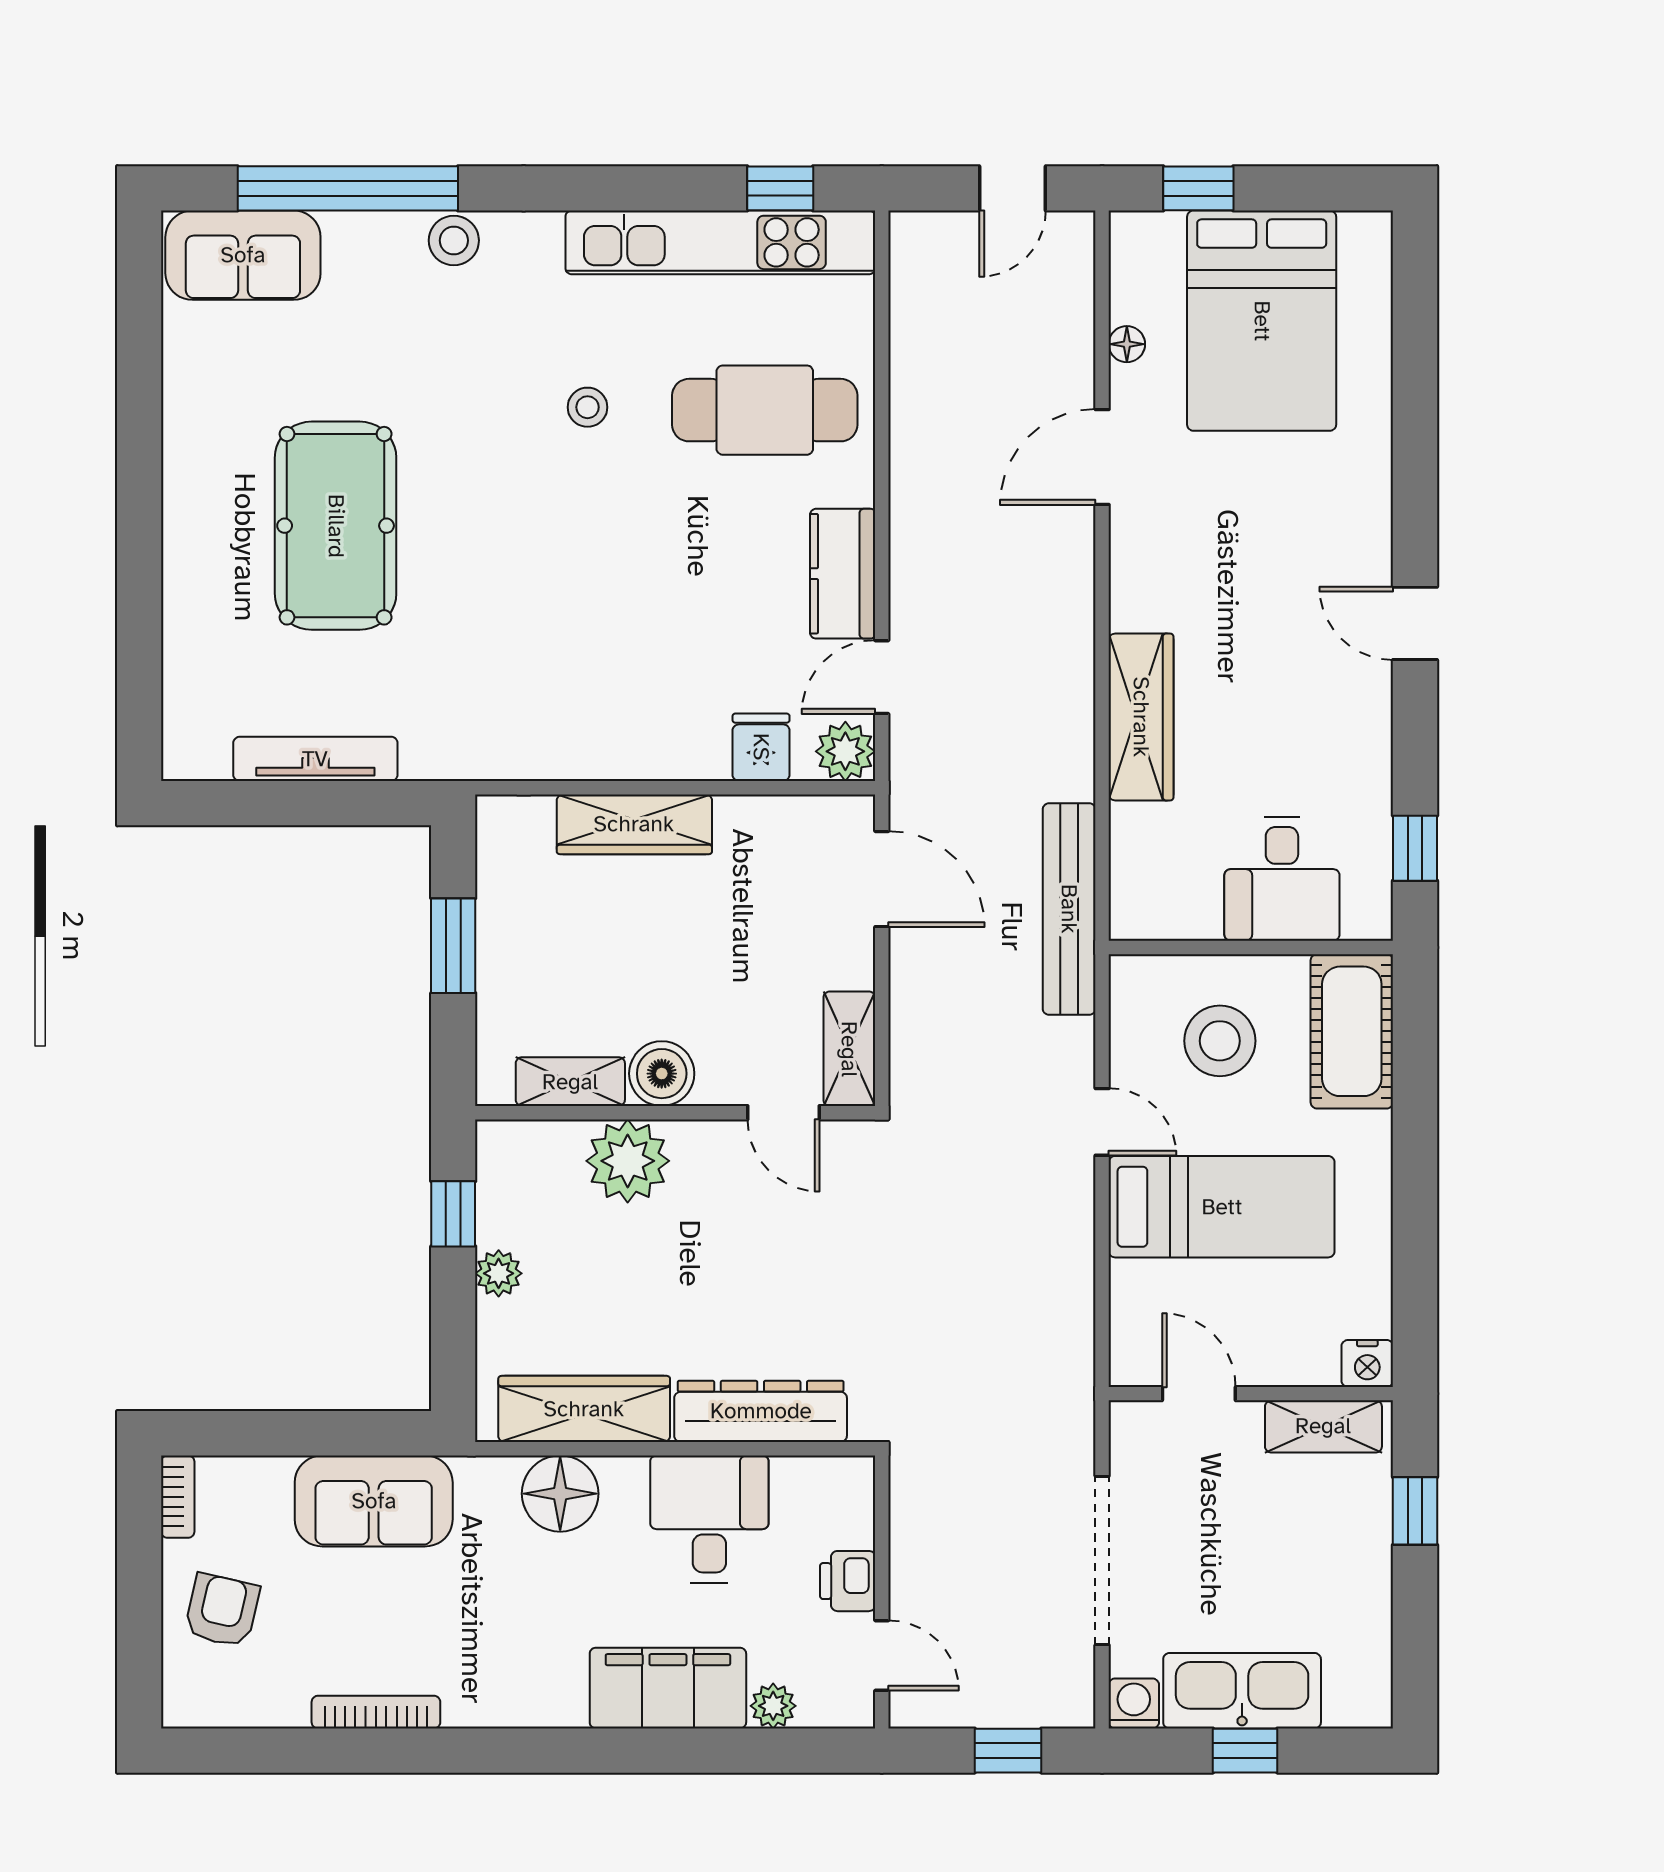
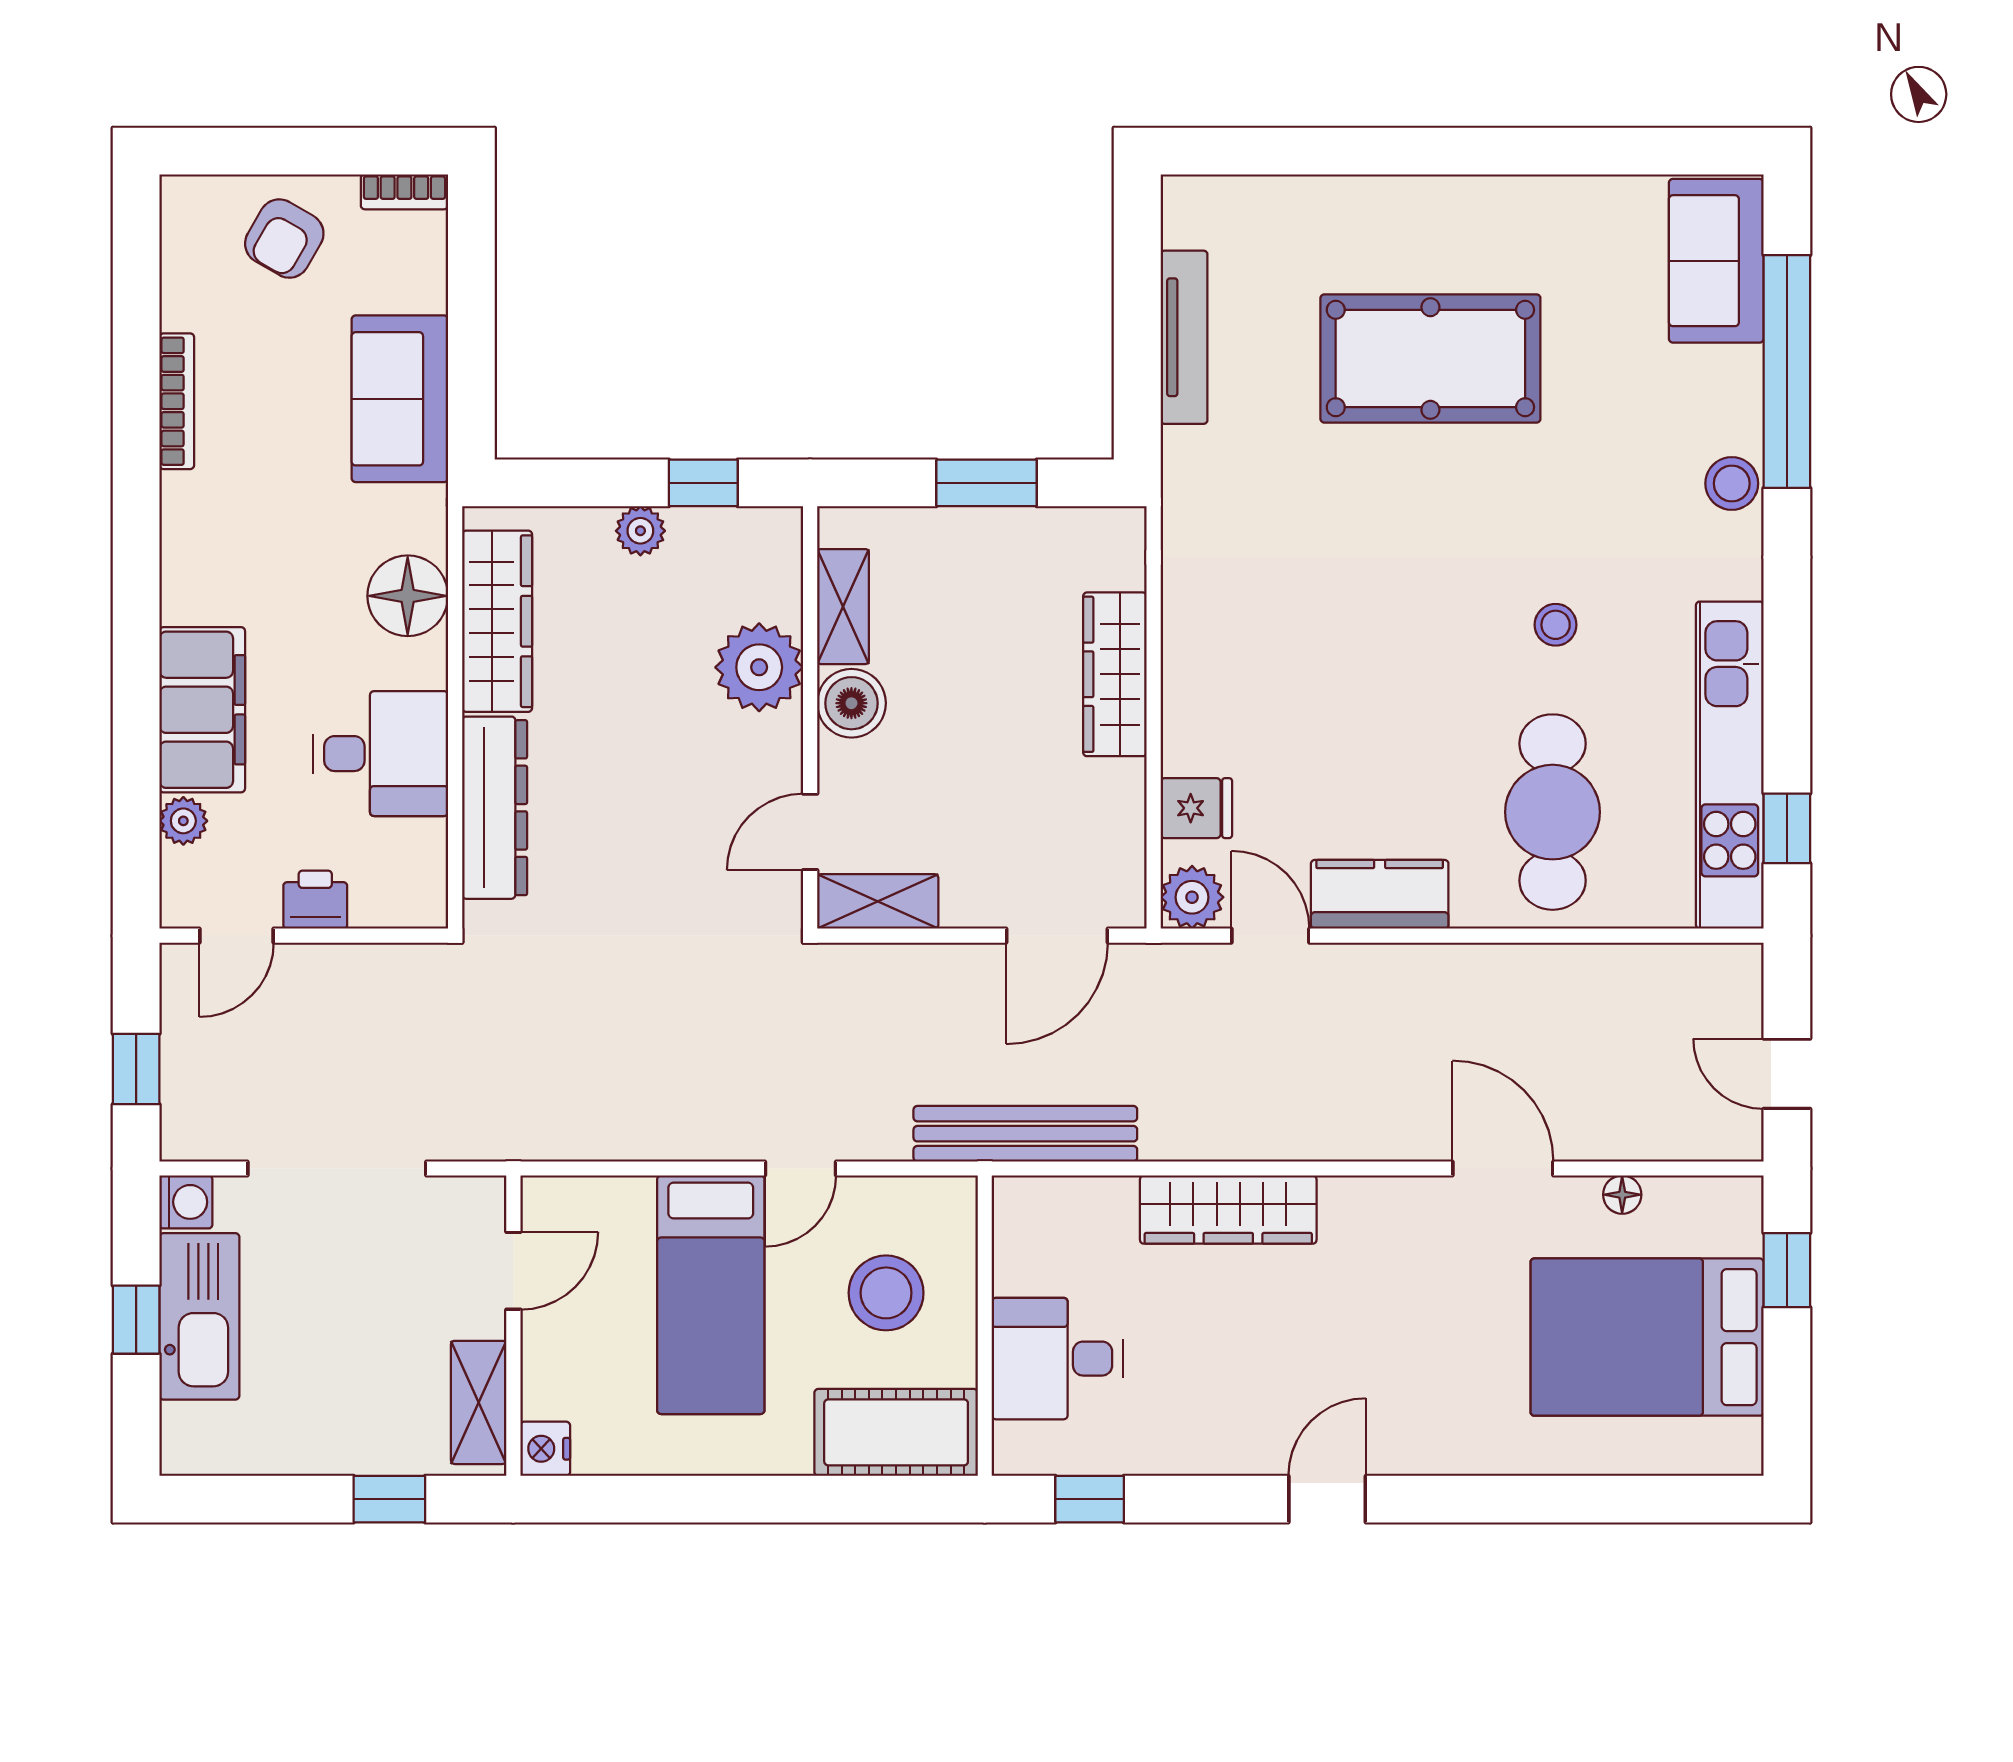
armchair: (222, 1610) -> (284, 239), turned 107

